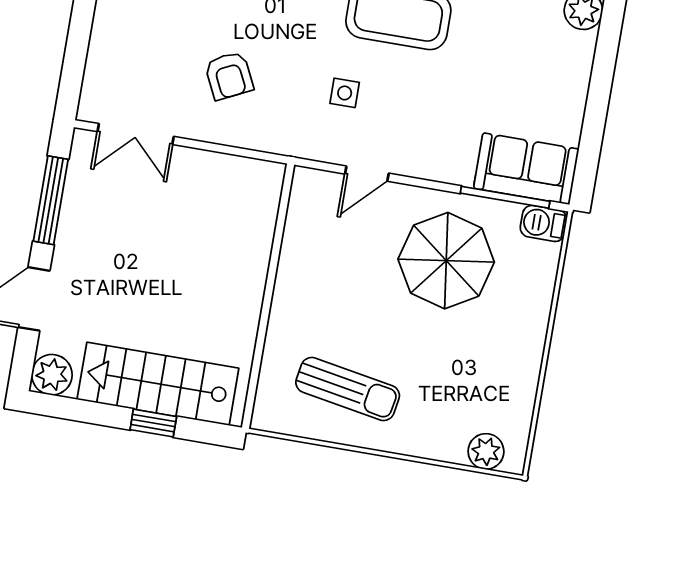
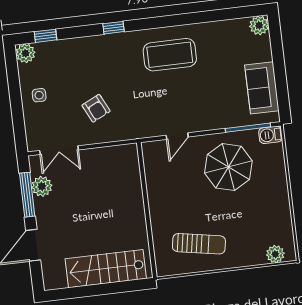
side table: (345, 93) -> (39, 95), moved
sofa: (526, 169) -> (262, 88), moved, turned -90
plant: (52, 375) -> (42, 186), moved
window: (153, 423) -> (109, 288), removed

